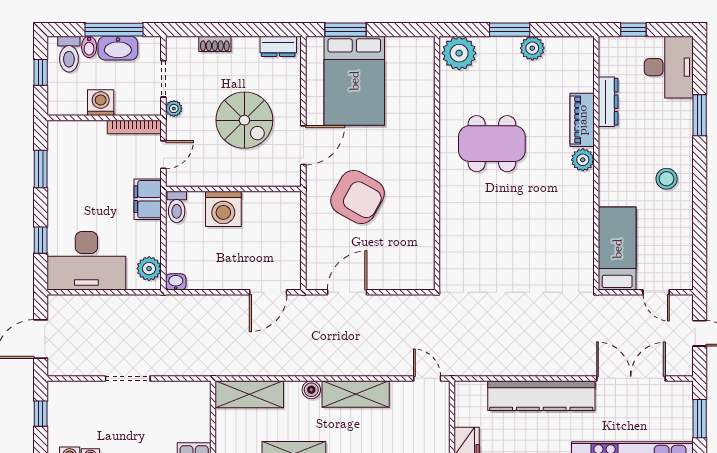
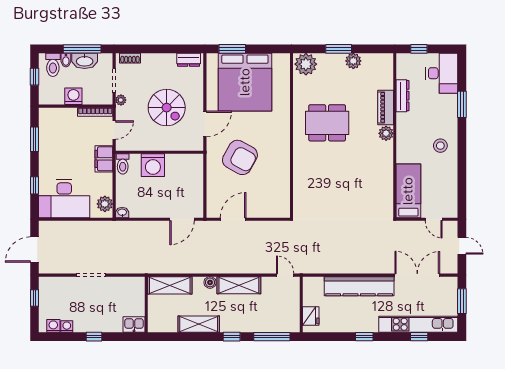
shoe rack: (215, 44) -> (130, 58), moved
bed: (354, 81) -> (245, 82), width x1.36

